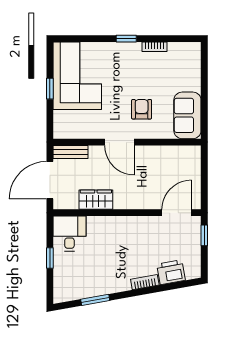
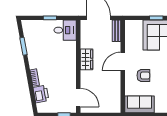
wardrobe: (96, 200) -> (86, 59), moved

